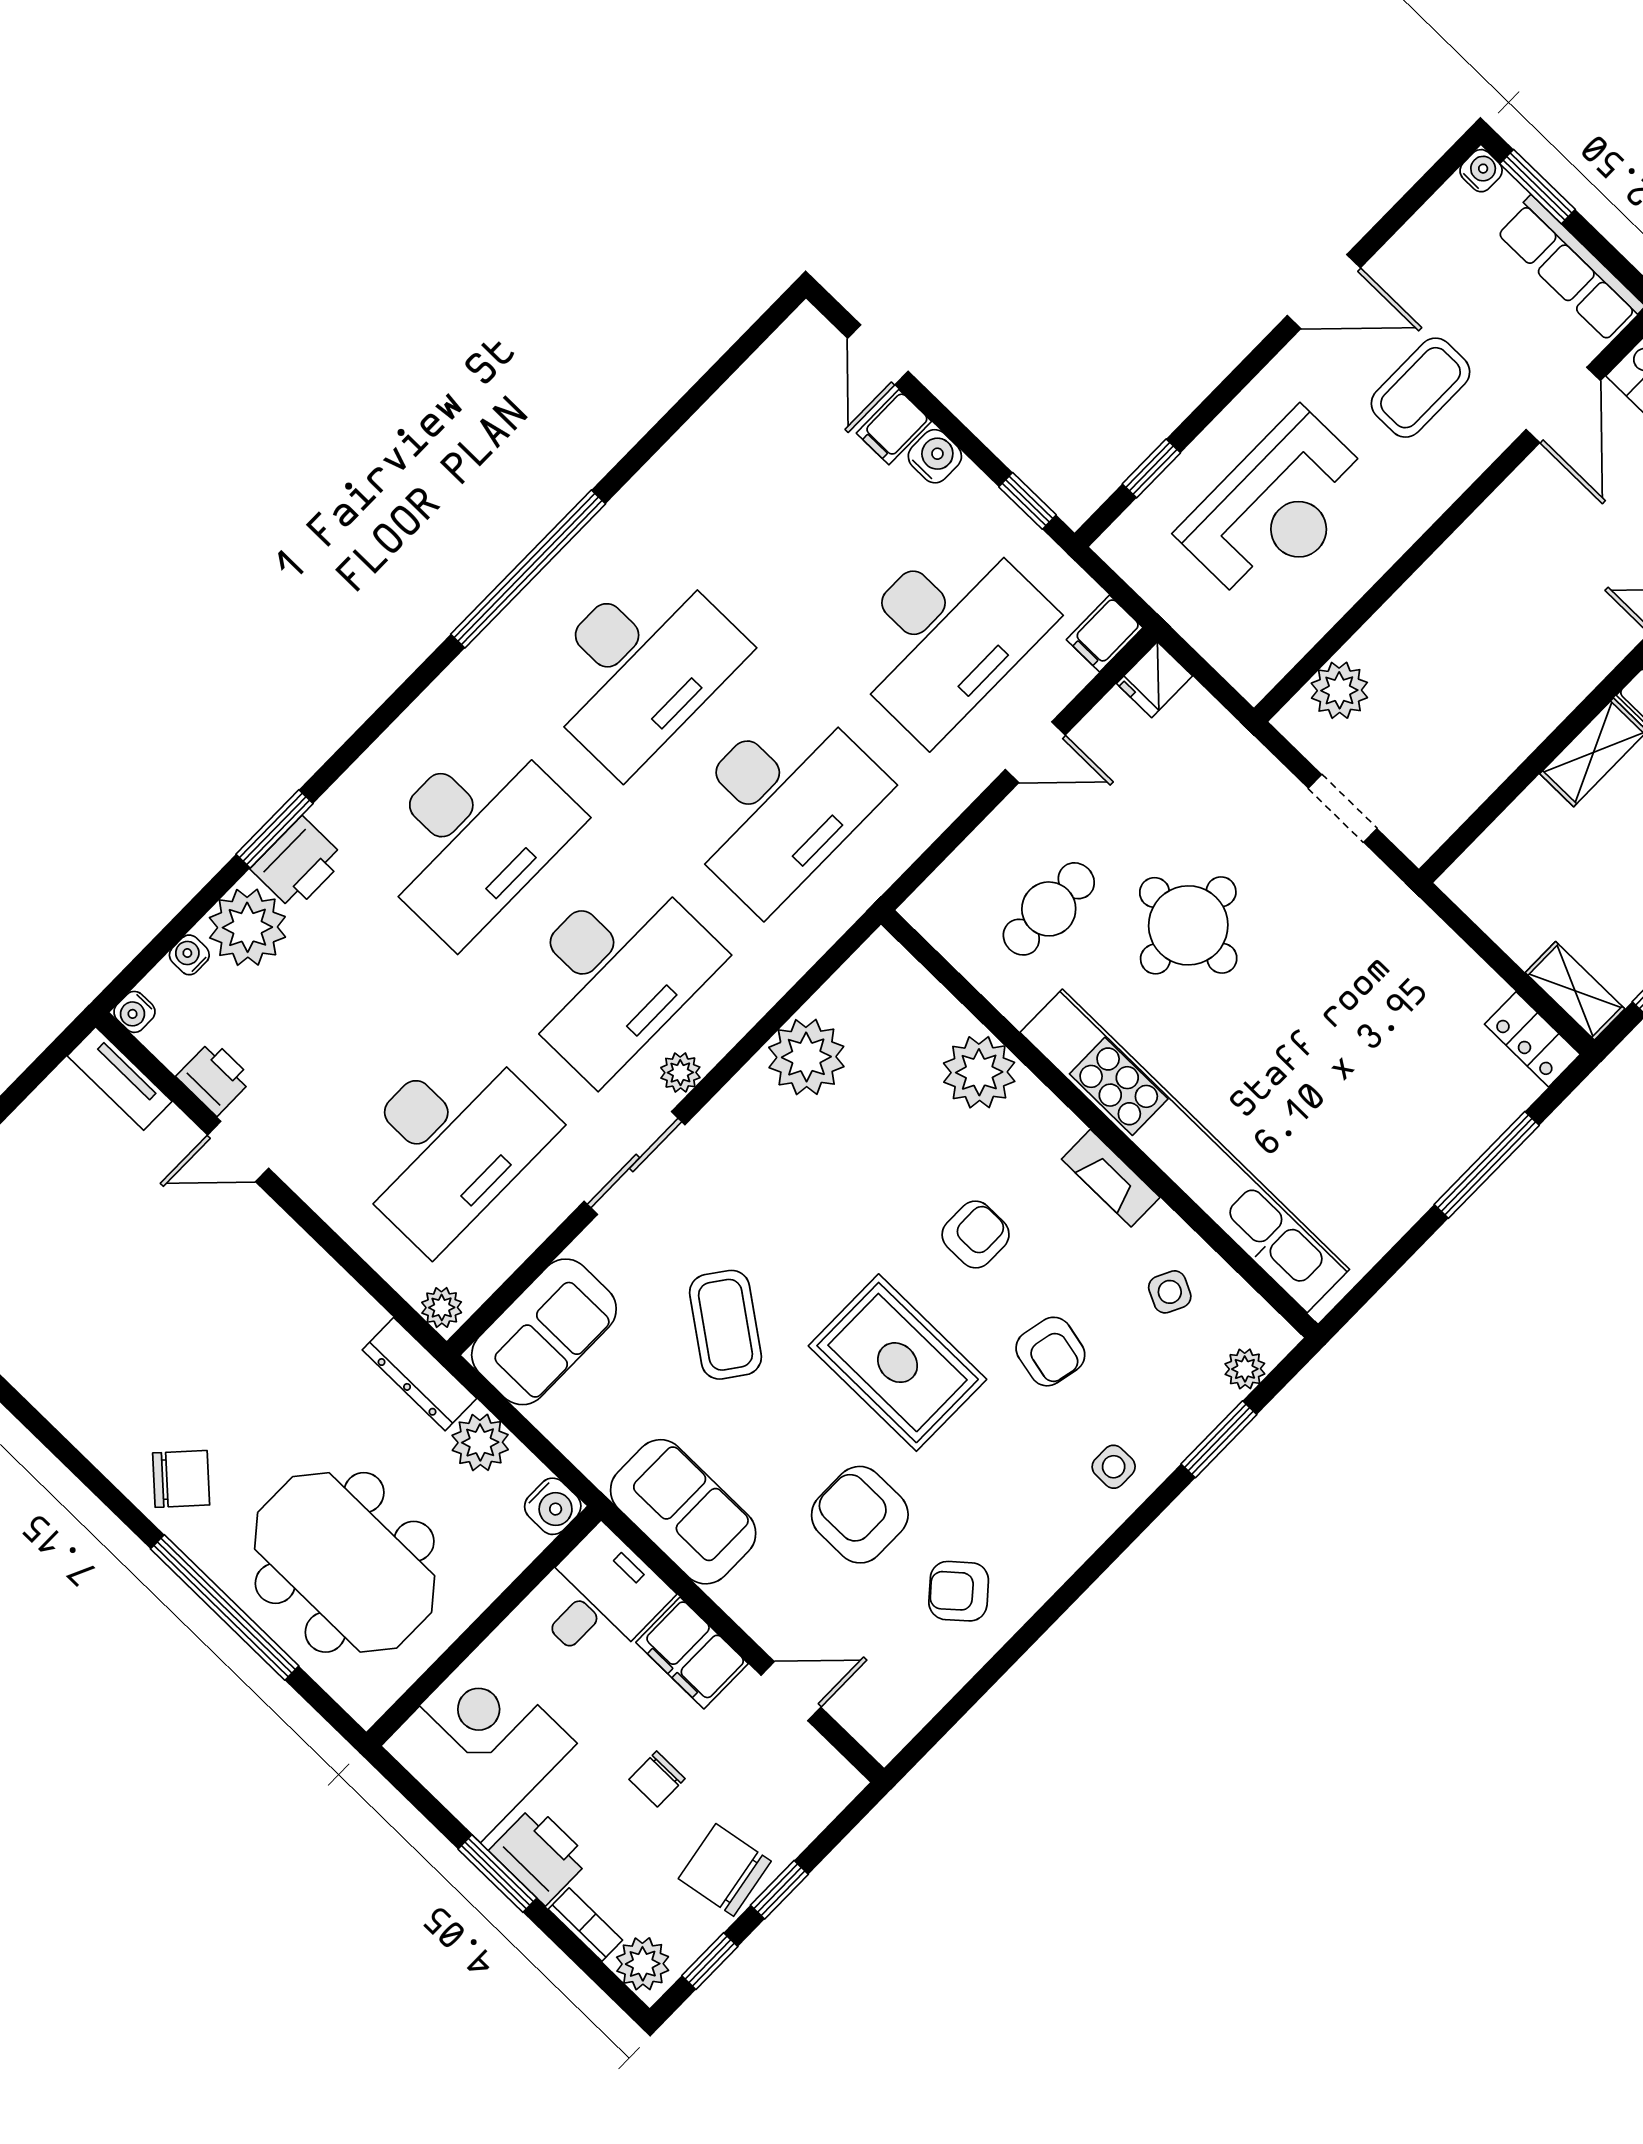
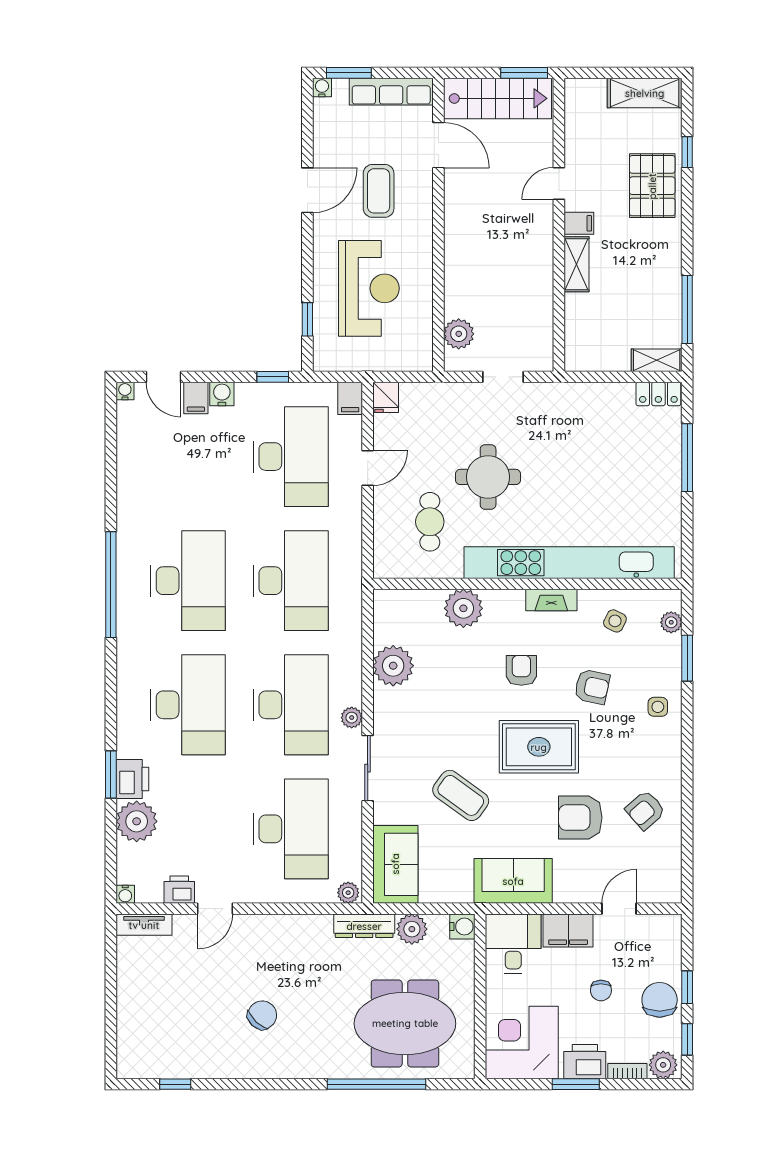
water cooler: (189, 955) -> (125, 391), moved, turned 90
chair: (181, 1479) -> (262, 1015), moved
chair: (725, 1870) -> (660, 1000), turned 100

